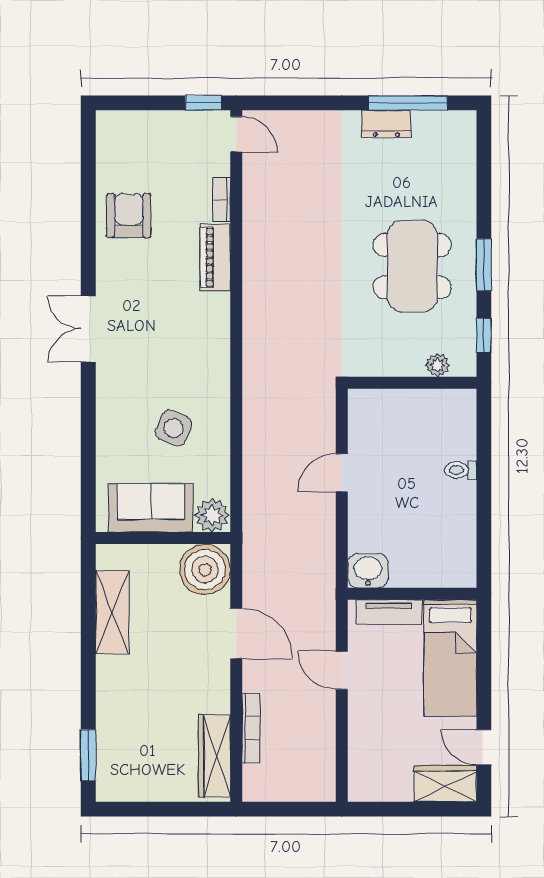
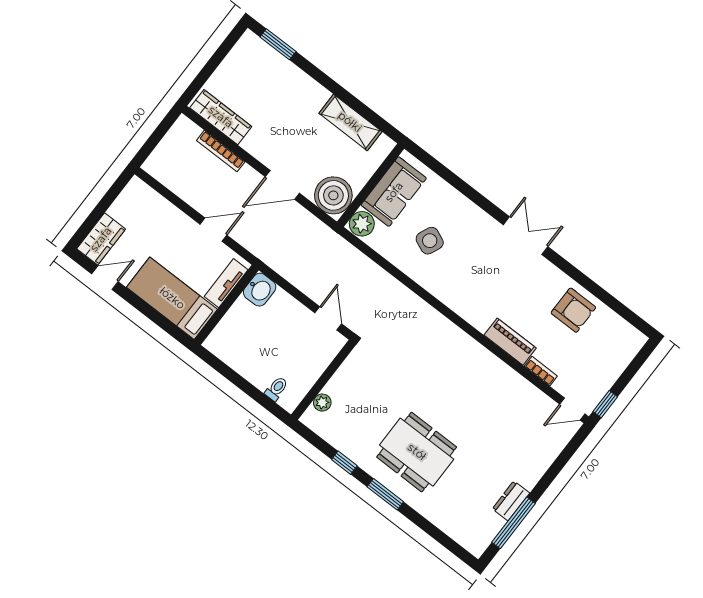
plant: (437, 365) -> (322, 403), moved
wall: (412, 383) -> (323, 380), moved

